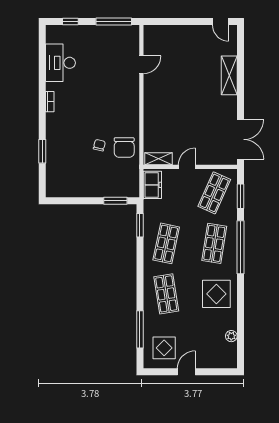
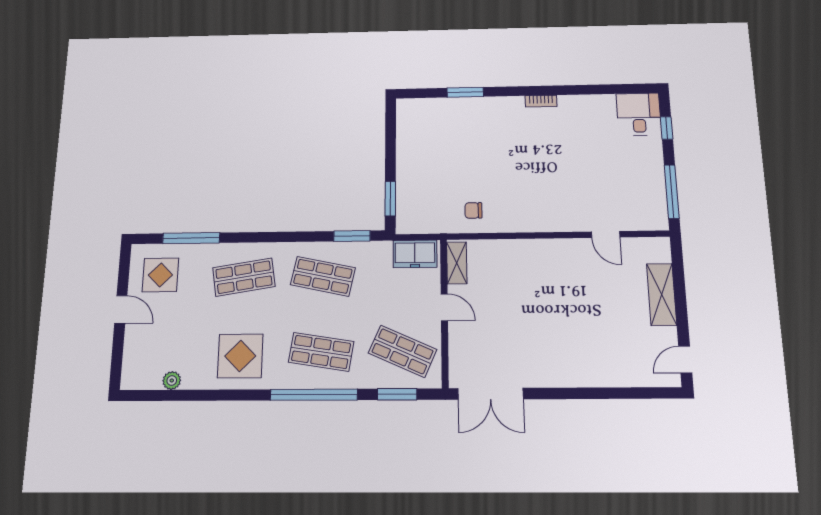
desk: (60, 63) -> (639, 114), moved, width x0.73
shelving: (229, 75) -> (662, 294), moved, turned 90
chair: (99, 145) -> (476, 174), removed
chair: (124, 147) -> (473, 210), width x0.54, depth x0.54

